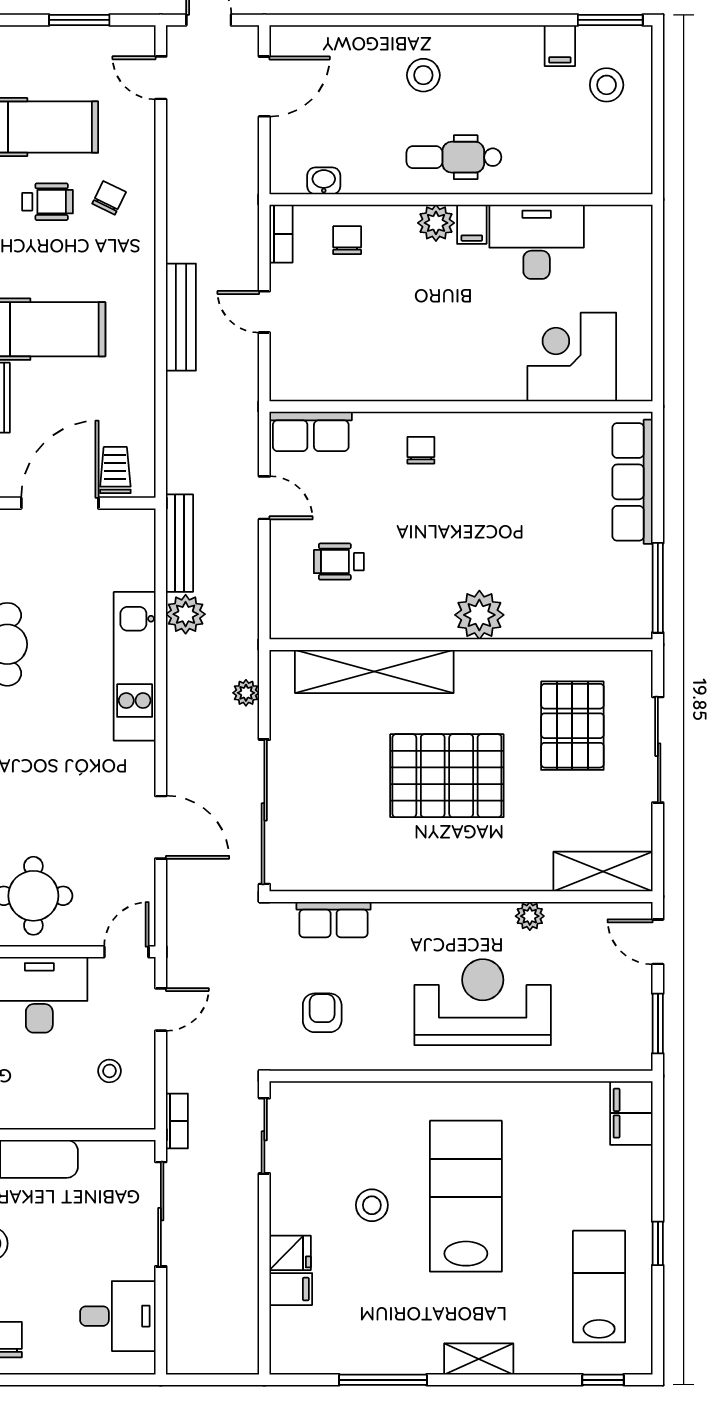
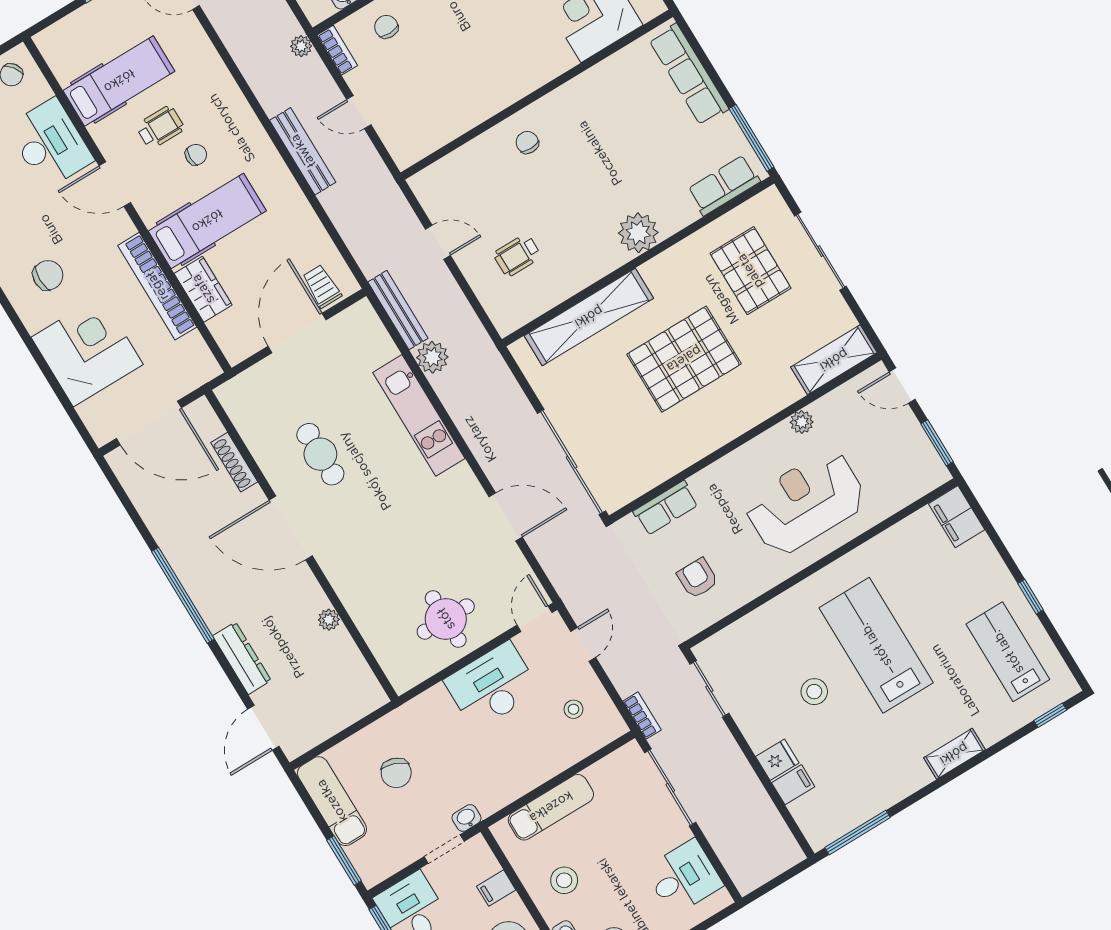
chair: (109, 198) -> (196, 155), moved, turned 64
row of seats: (311, 431) -> (724, 185), moved, turned 180
plant: (246, 693) -> (301, 46), moved
window: (383, 1380) -> (858, 833), moved

